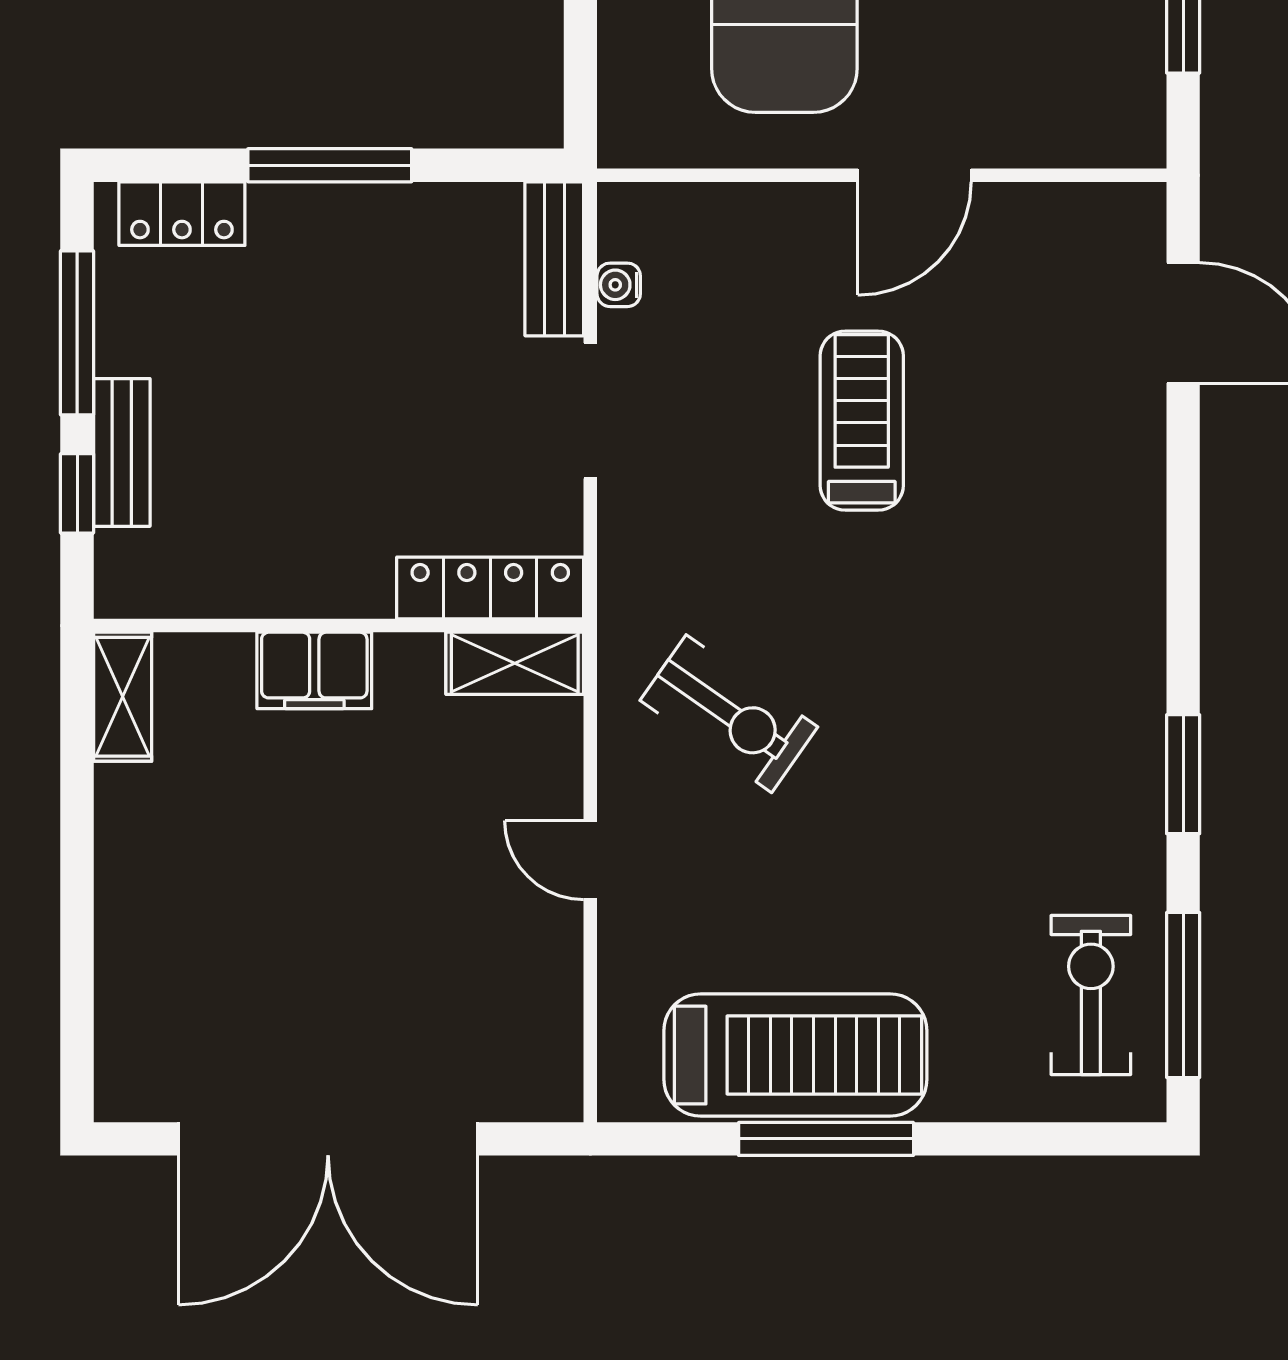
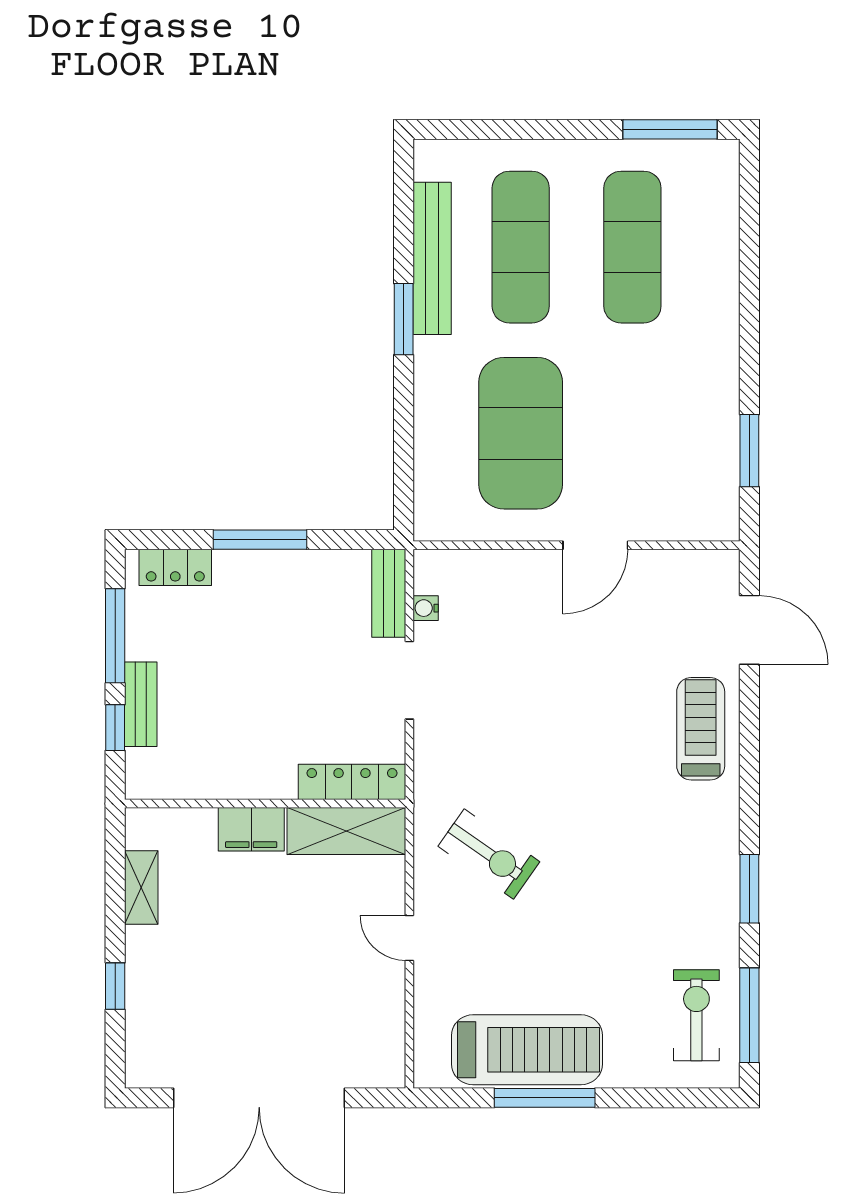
treadmill: (862, 421) -> (701, 729), moved
shelving: (515, 663) -> (346, 831), width x1.50, depth x1.33
shelving: (123, 697) -> (141, 887), moved
window: (77, 944) -> (115, 986), added

